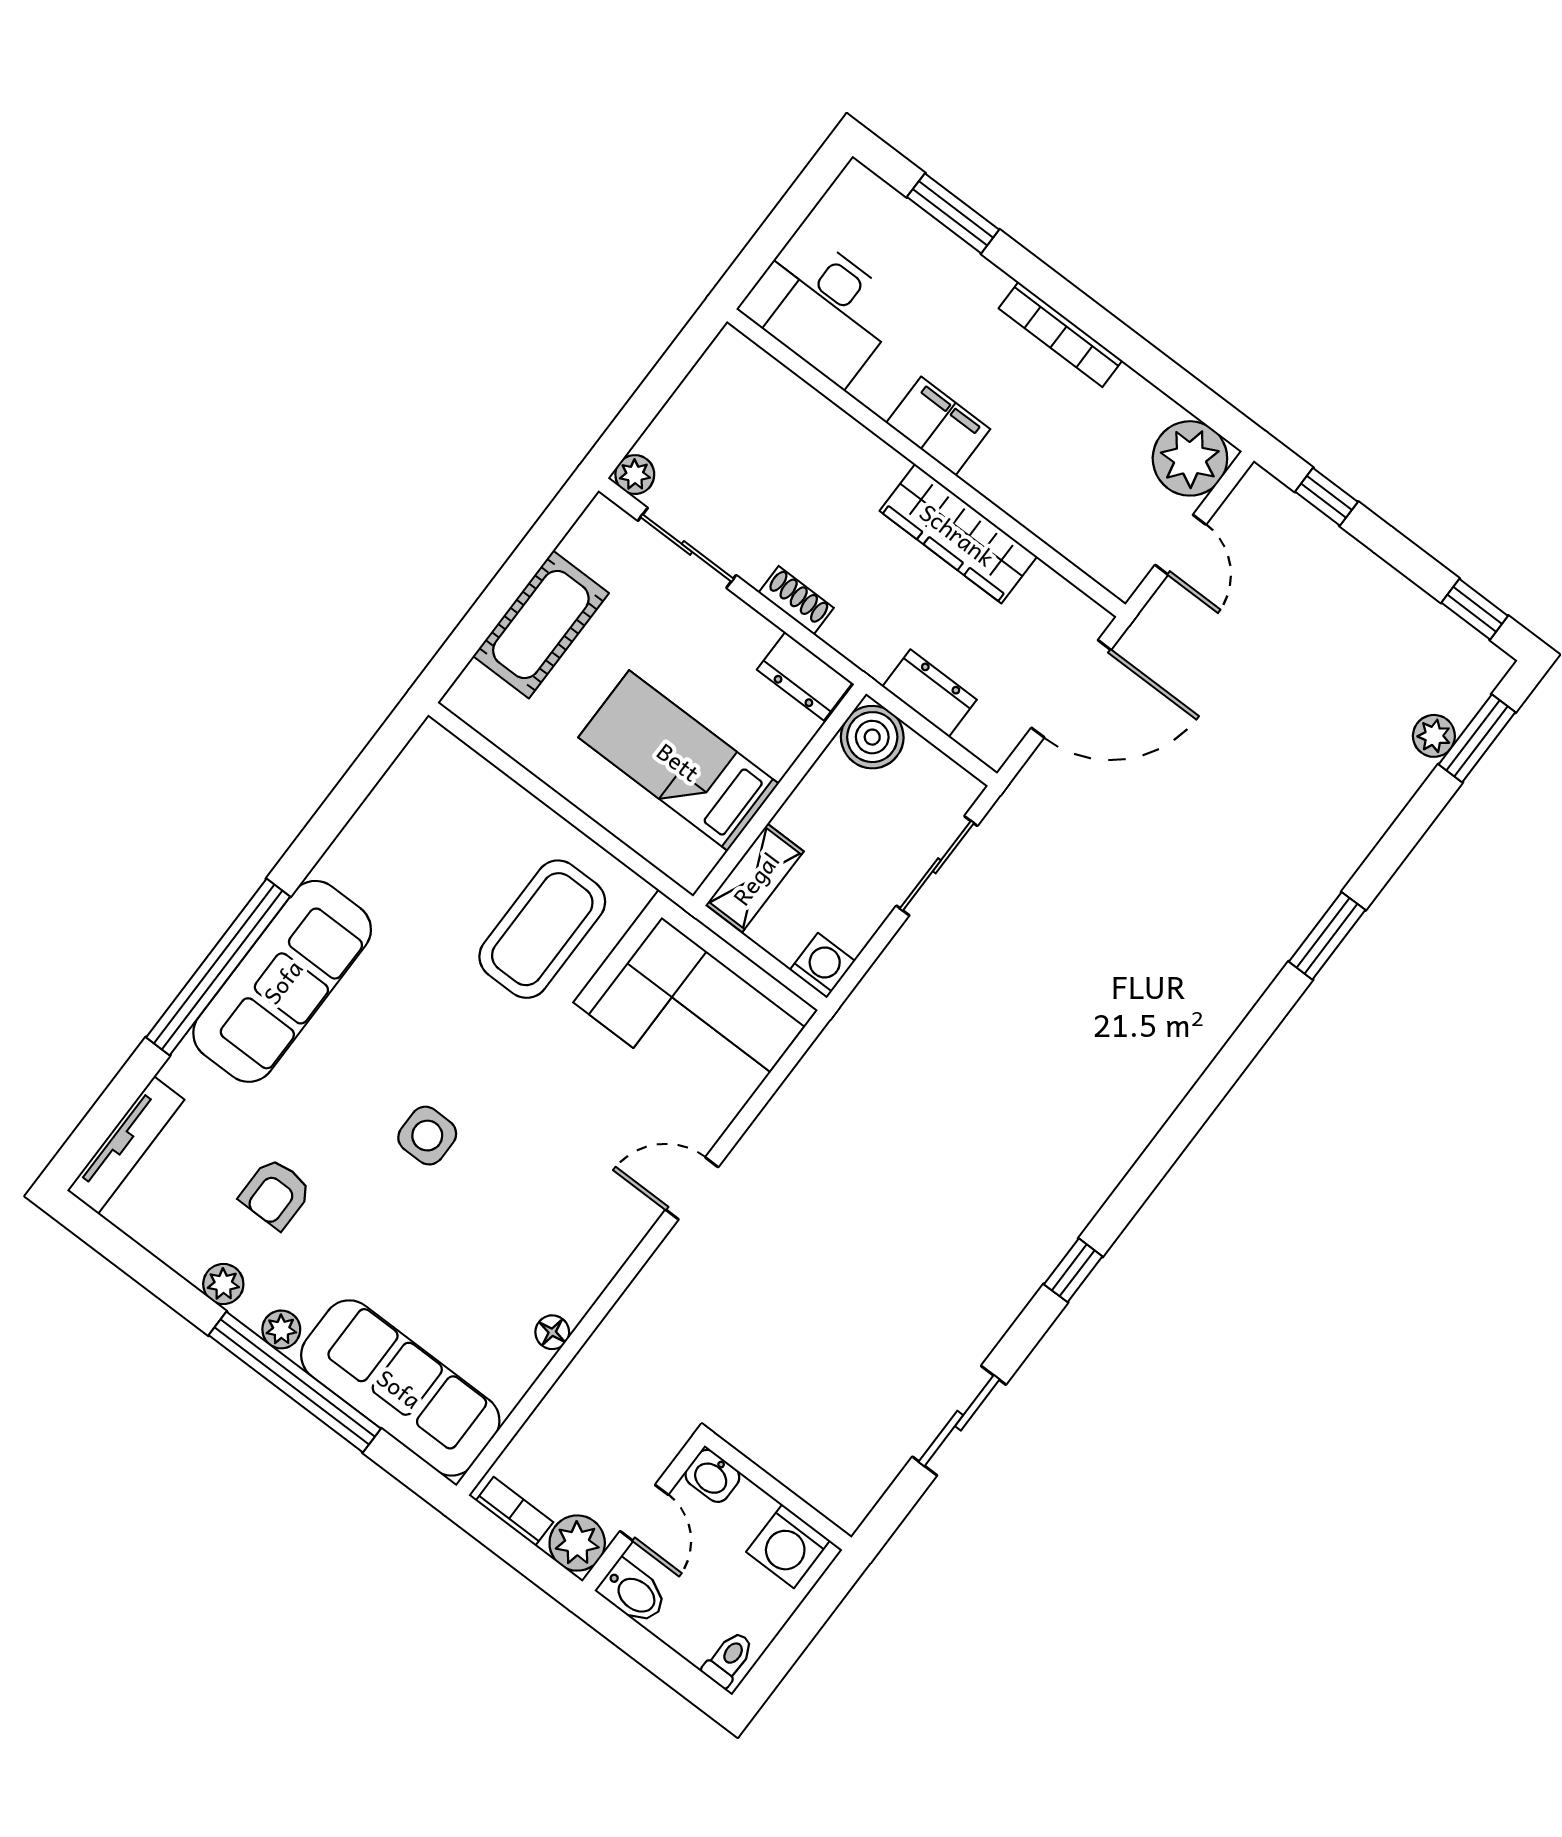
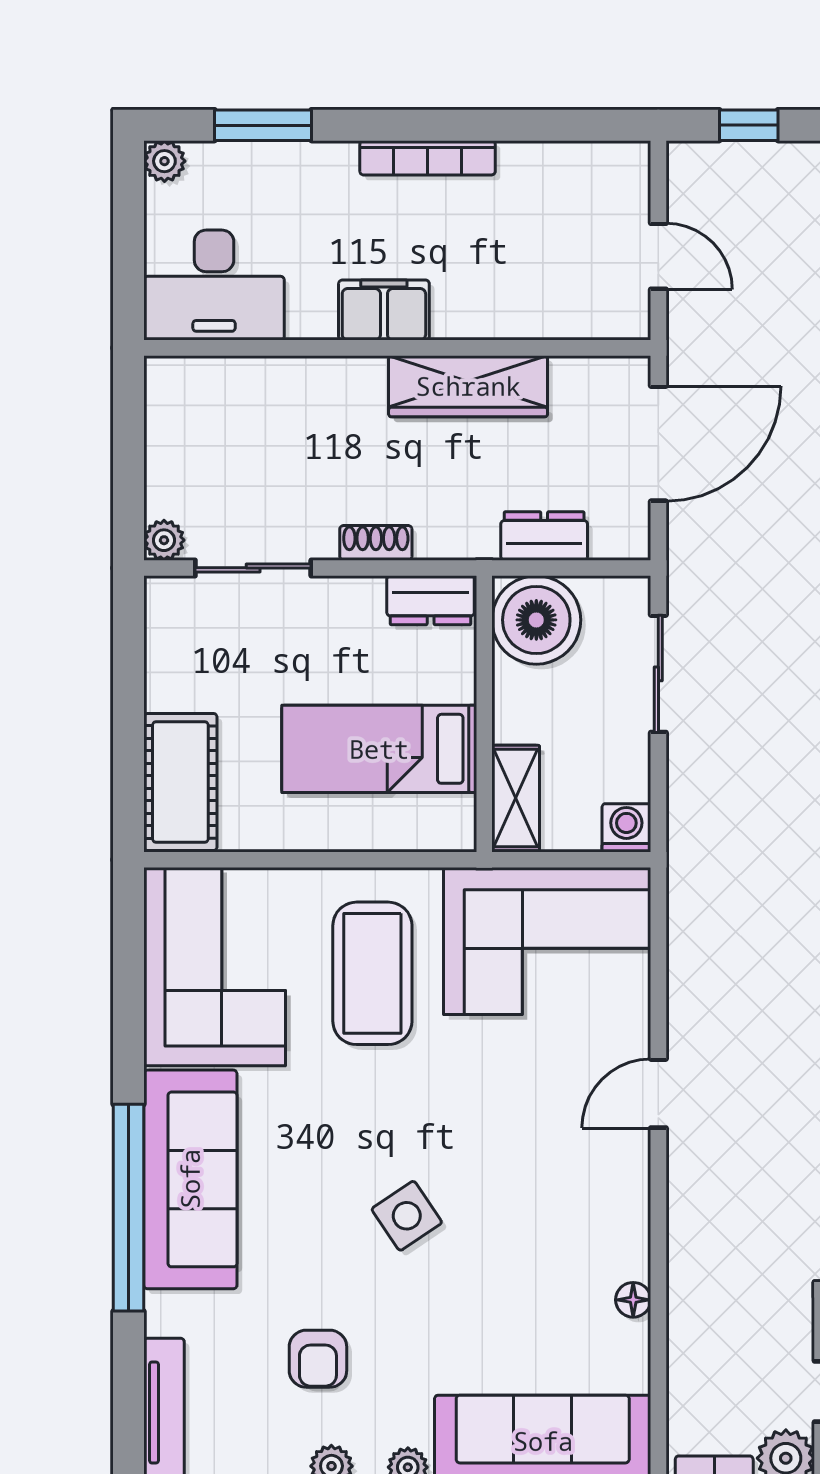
plant: (1190, 458) -> (164, 161), moved, width x0.53, depth x0.53
cot: (541, 624) -> (180, 782), moved
boiler: (872, 737) -> (536, 620), width x1.37, depth x1.37
corner sofa: (425, 832) -> (215, 967), added
side table: (427, 1136) -> (407, 1216), turned -34

